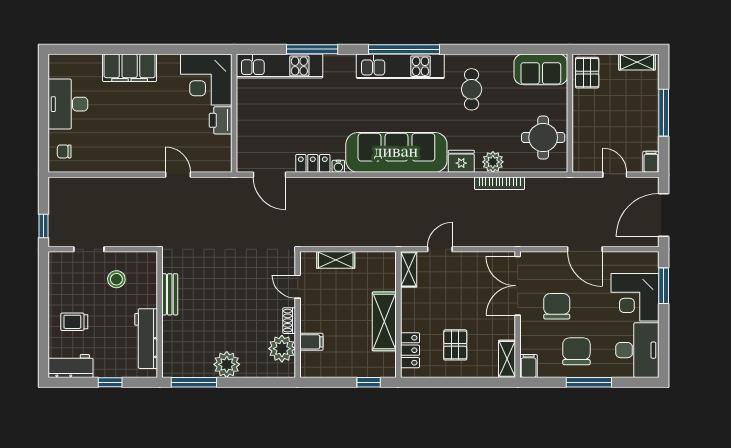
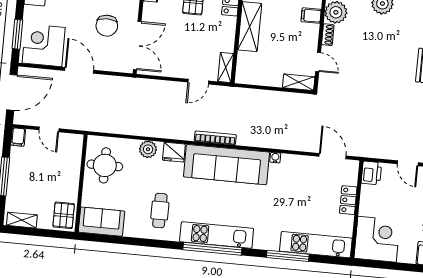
printer: (221, 120) -> (371, 173), moved
locker: (313, 163) -> (348, 200), moved, turned 90
bookcase: (500, 183) -> (215, 138), moved
shelving: (336, 260) -> (299, 82), moved
corner desk: (635, 297) -> (44, 45), moved, turned -90

